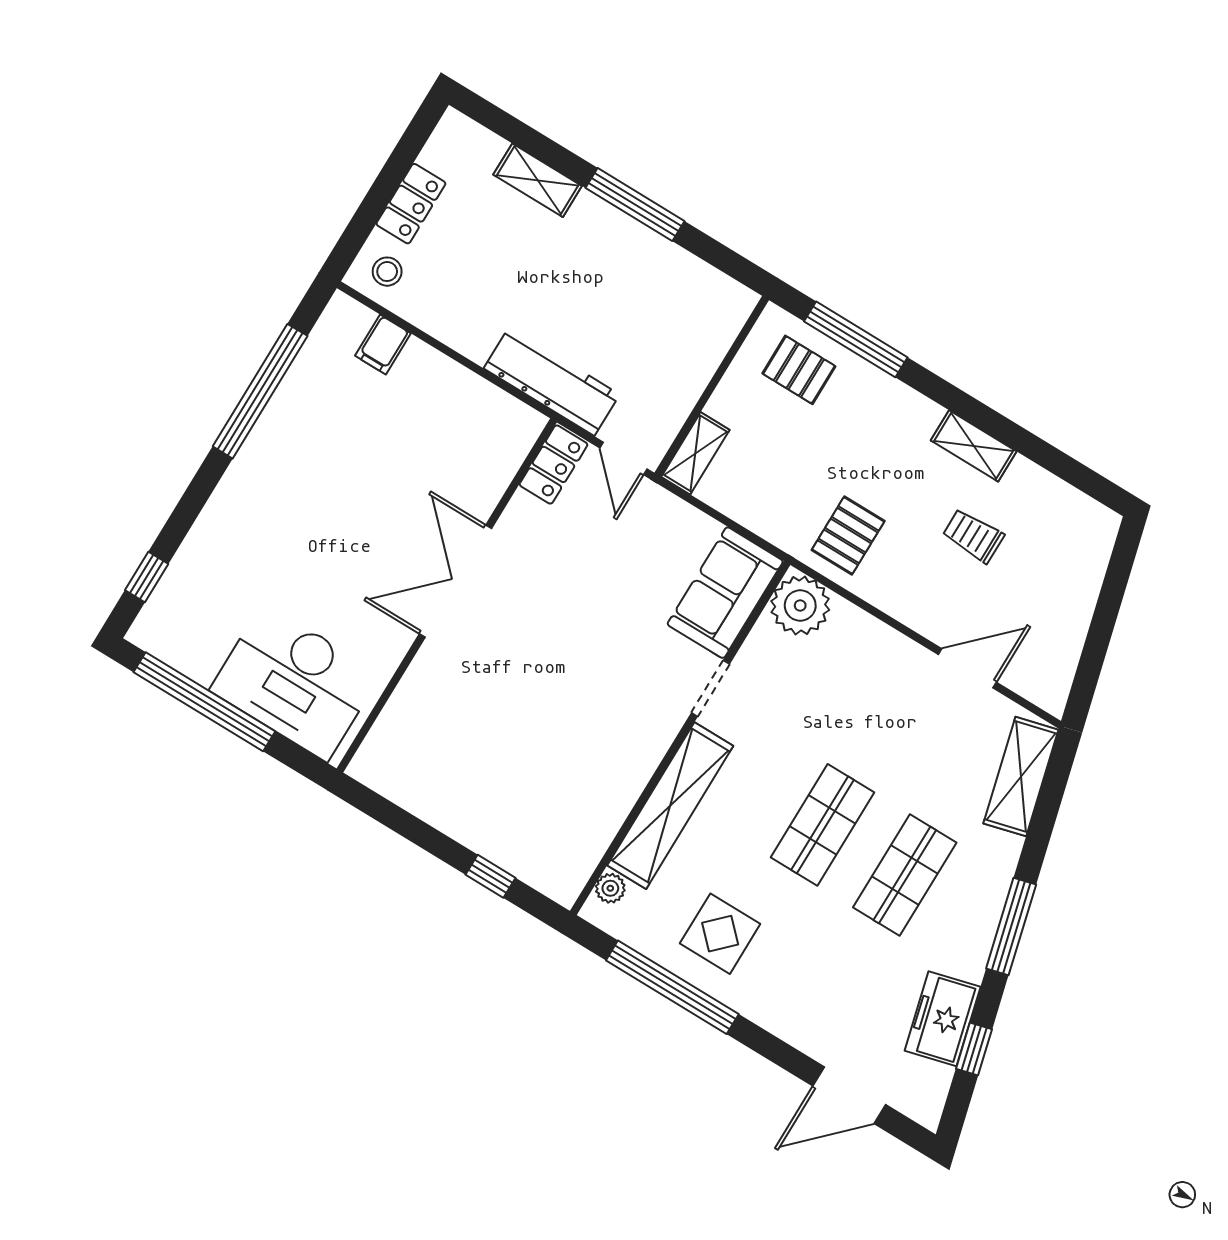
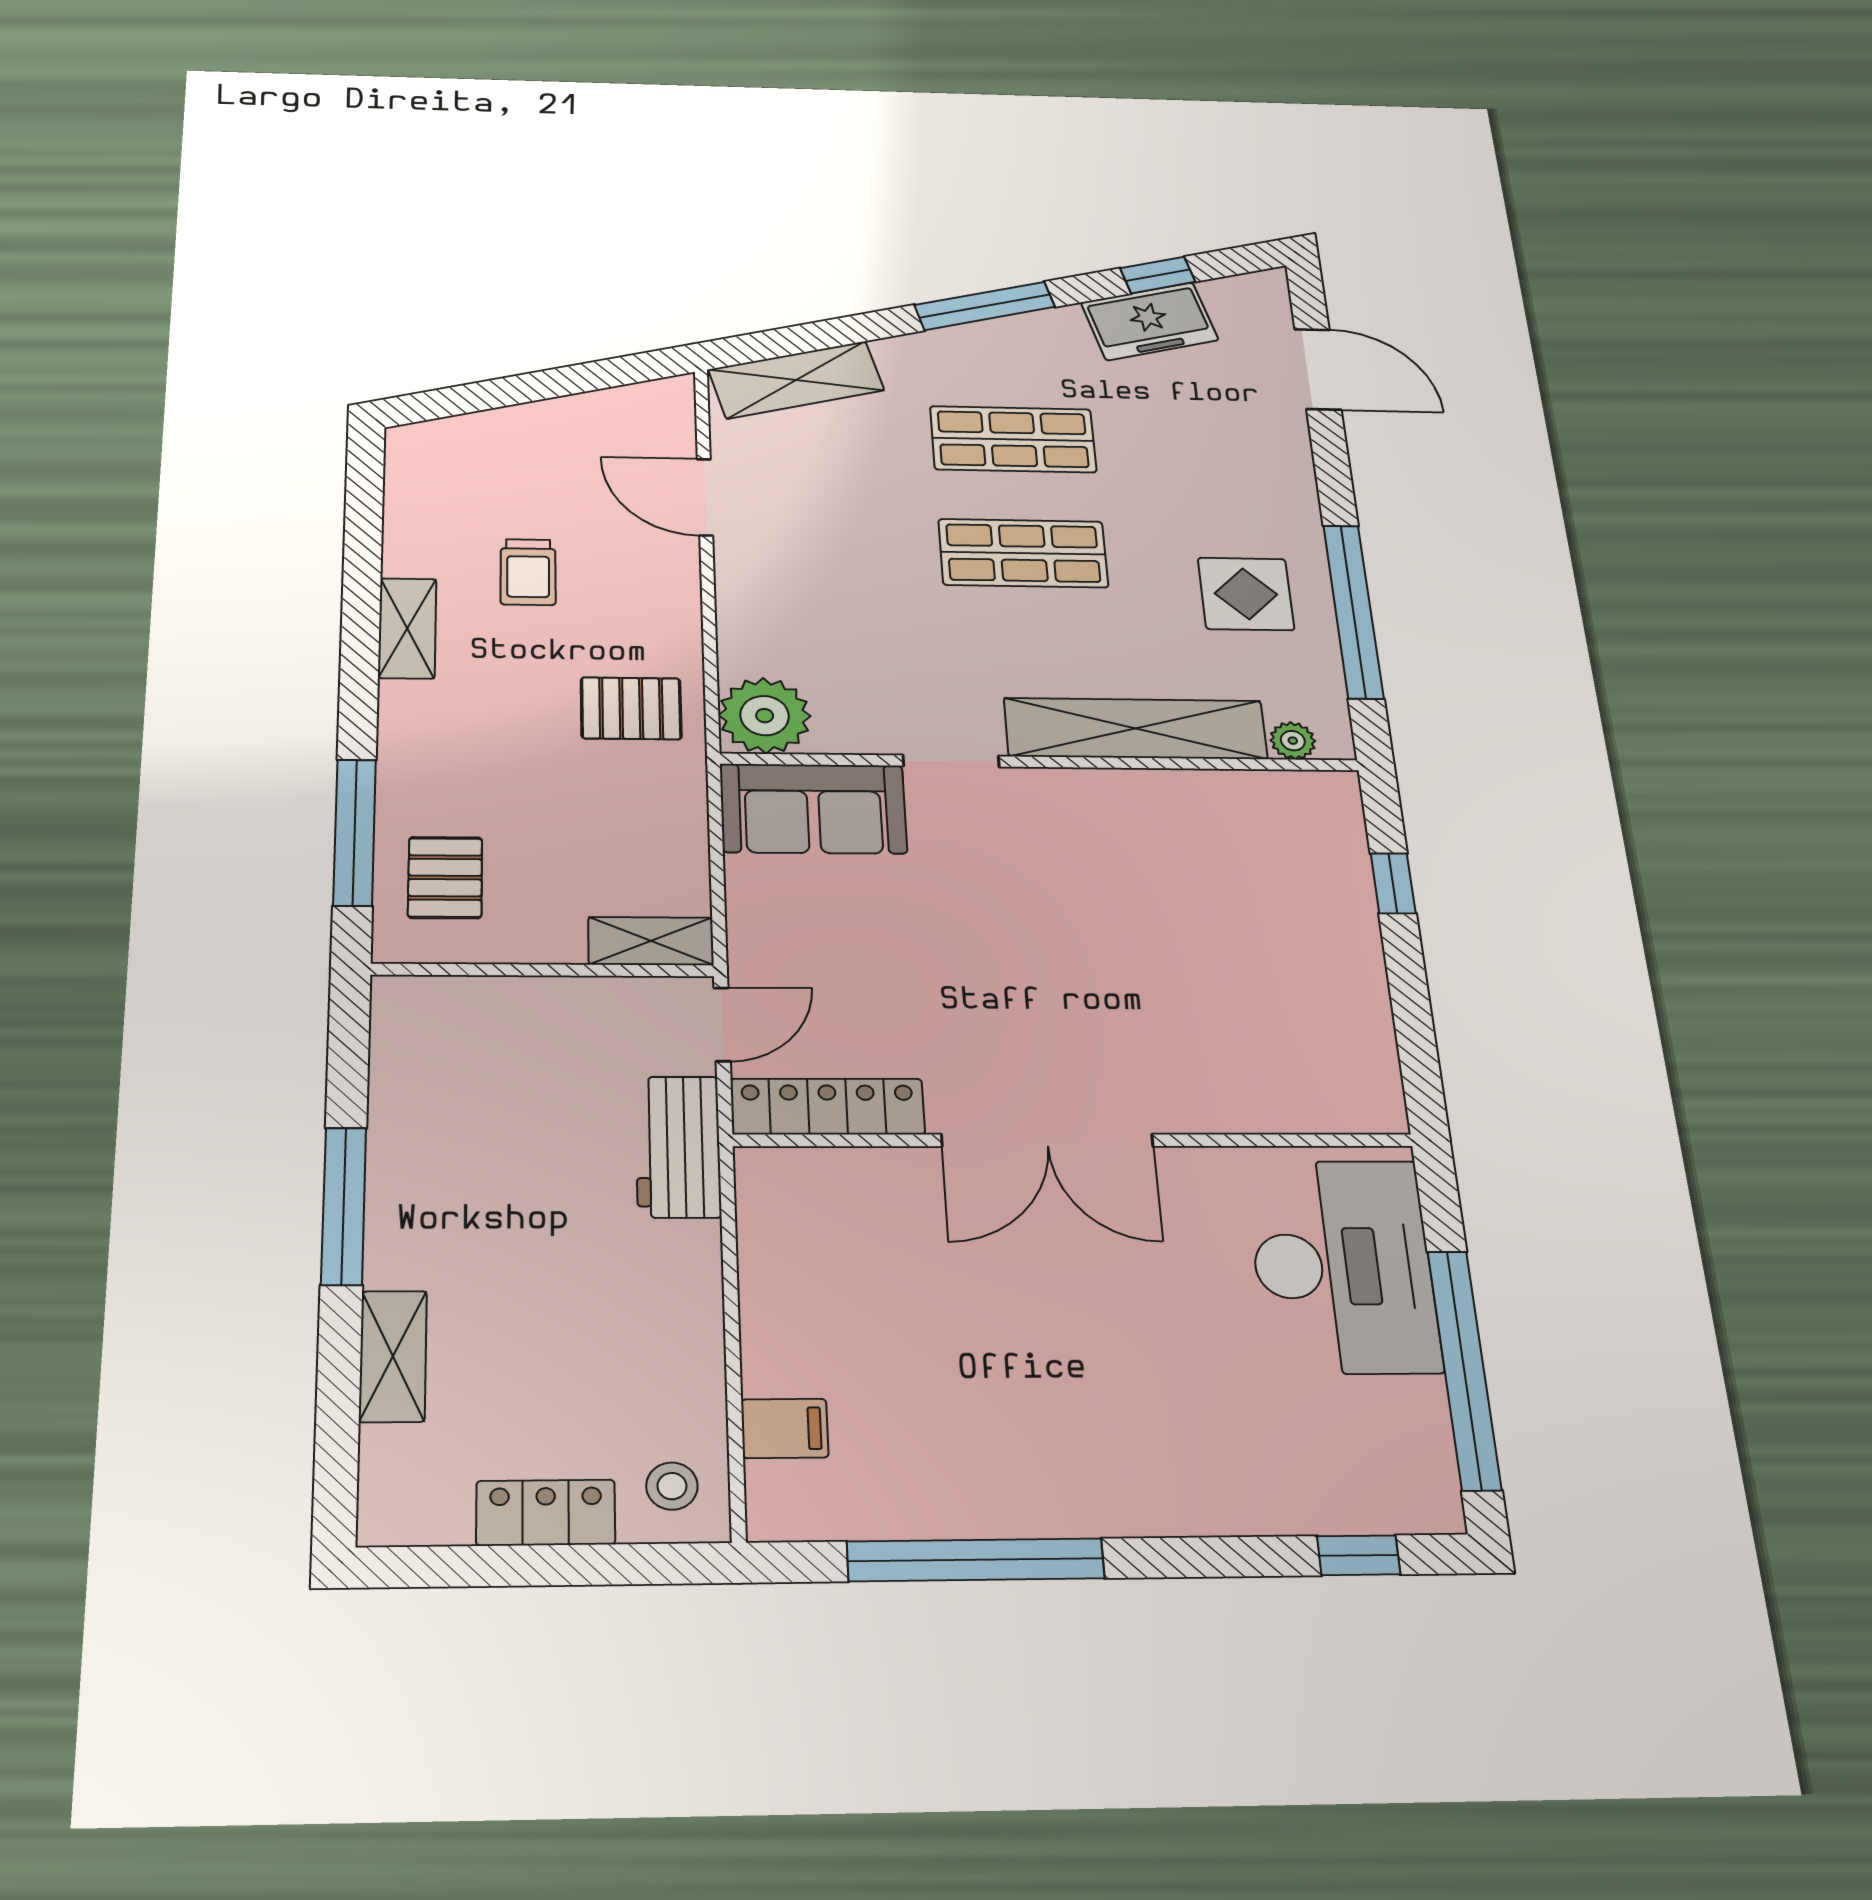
workbench: (552, 381) -> (678, 1147), width x0.73
locker: (554, 464) -> (828, 1107), width x1.53

